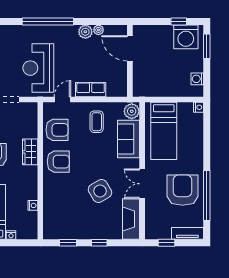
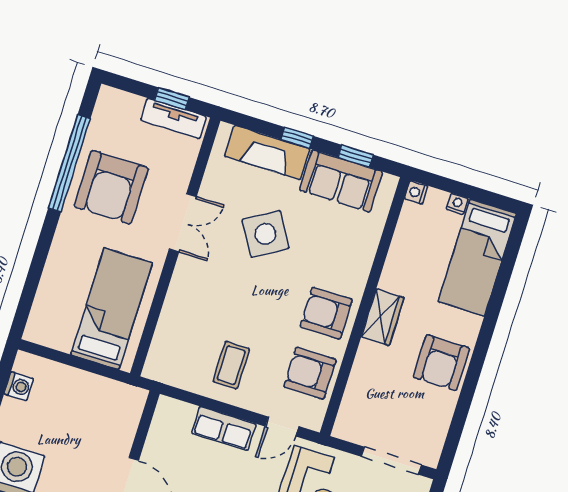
nightstand: (198, 107) -> (33, 332), removed
plant: (132, 111) -> (160, 364), removed
sofa: (128, 139) -> (341, 181), moved, turned 90
wardrobe: (30, 152) -> (383, 317), moved
nightstand: (33, 205) -> (416, 192), moved
fireplace: (131, 219) -> (267, 153), moved, turned 90
tv unit: (187, 233) -> (173, 118), moved

